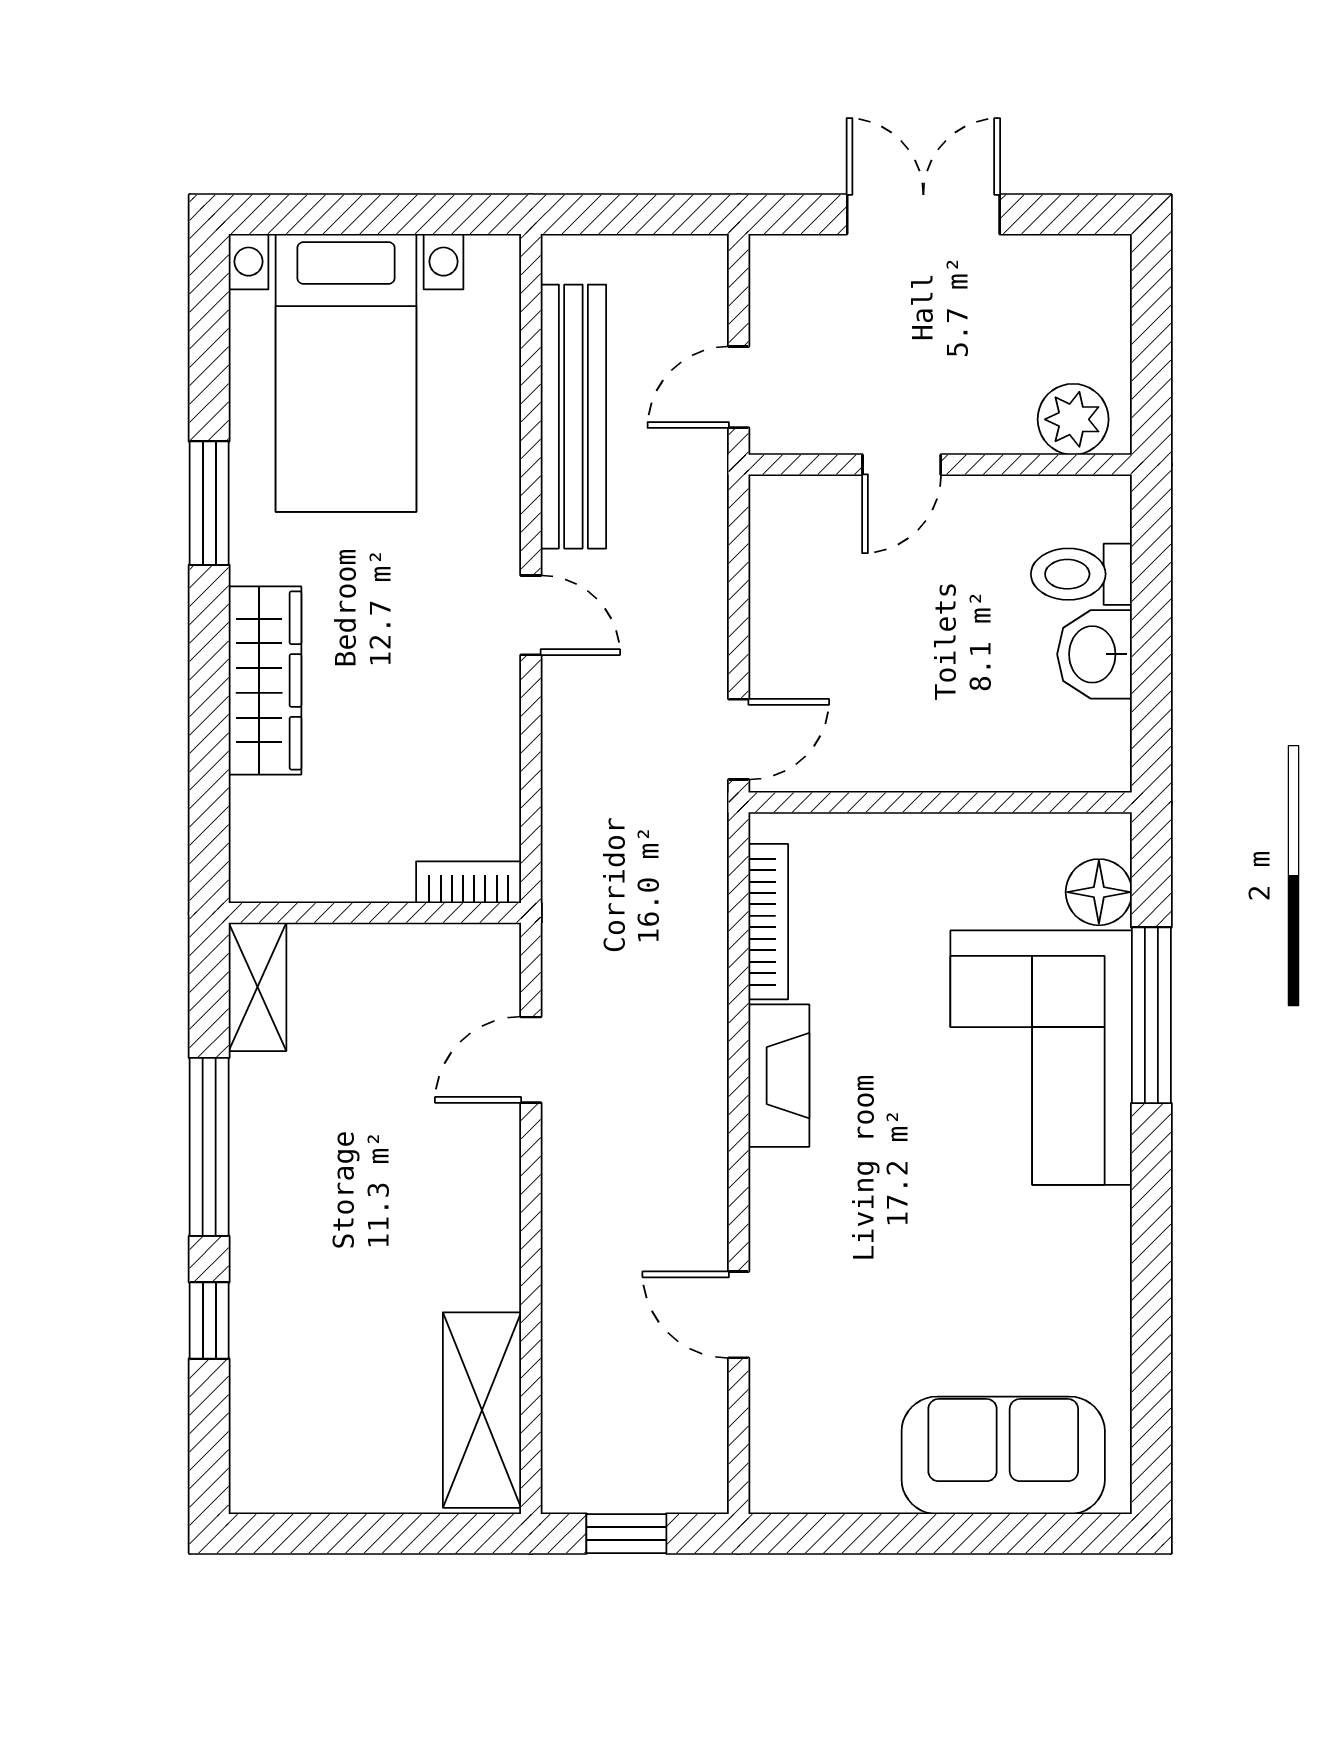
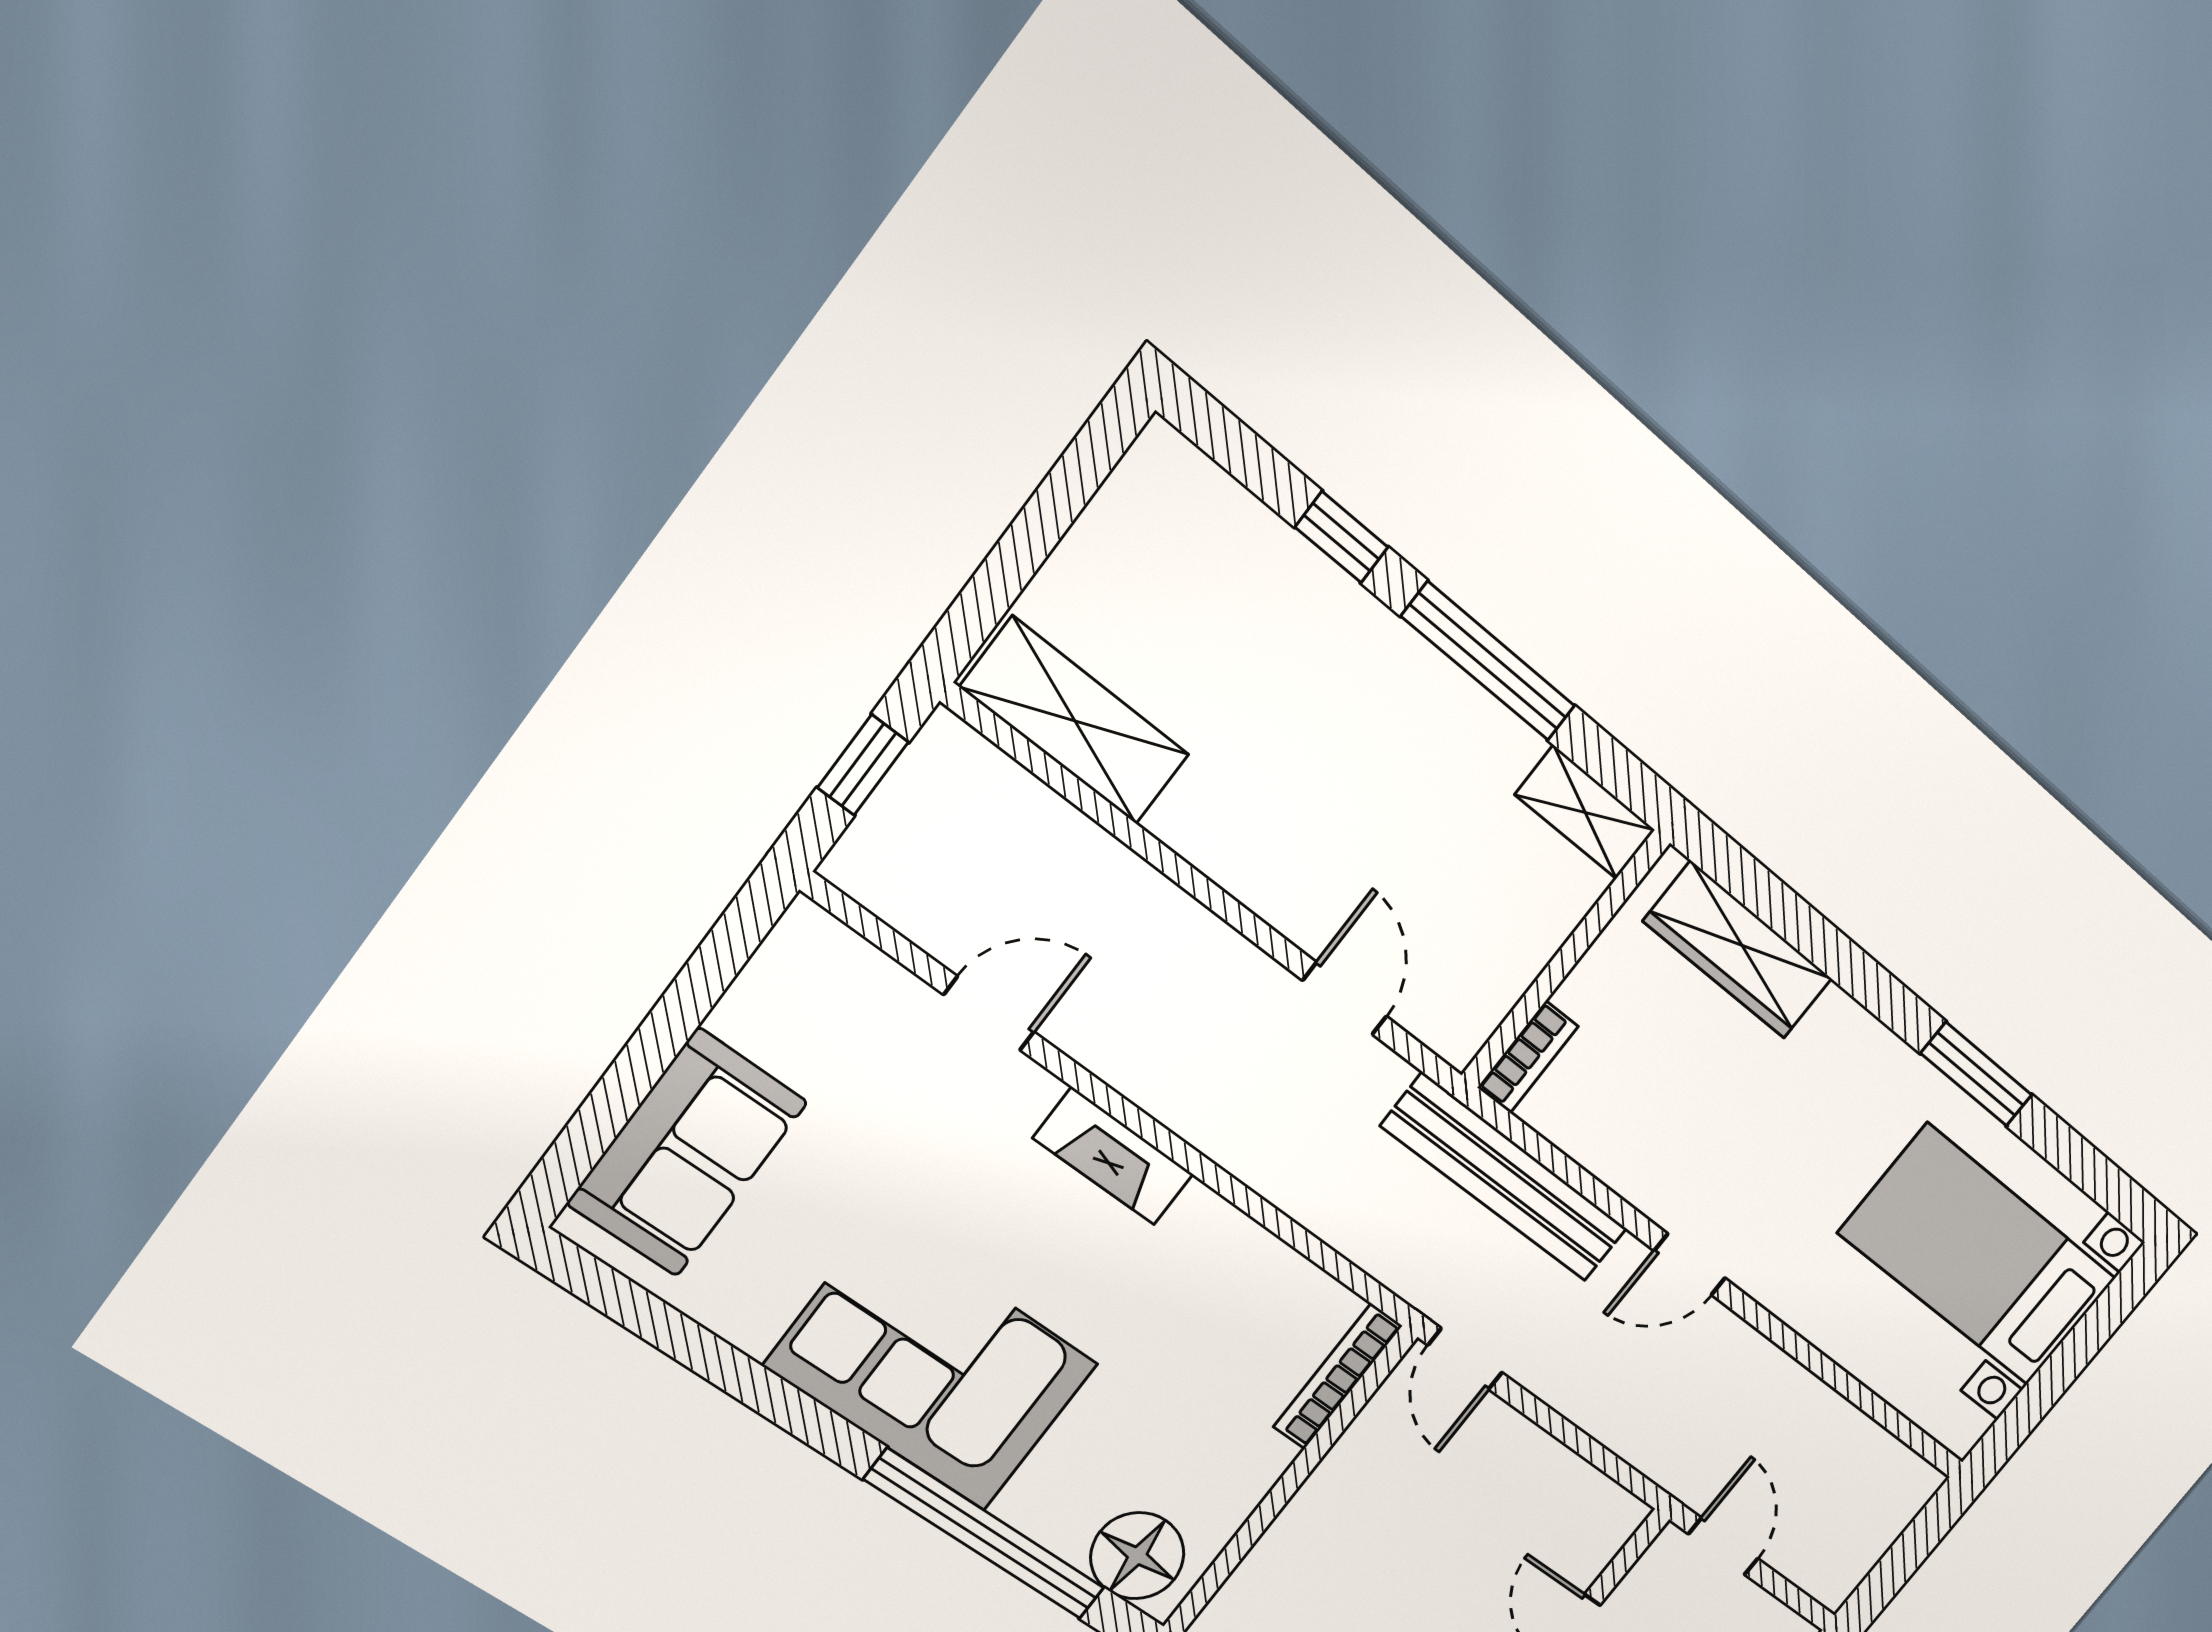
bench: (573, 417) -> (1505, 1178), moved
wardrobe: (265, 680) -> (1738, 950), moved
floor lamp: (1099, 892) -> (1137, 1556), width x1.38, depth x1.38
bookcase: (768, 922) -> (1338, 1376), moved, turned 90
window: (1151, 1015) -> (985, 1534), width x1.46
corner sofa: (1041, 1058) -> (932, 1365), moved
fireplace: (779, 1076) -> (1113, 1156), moved

